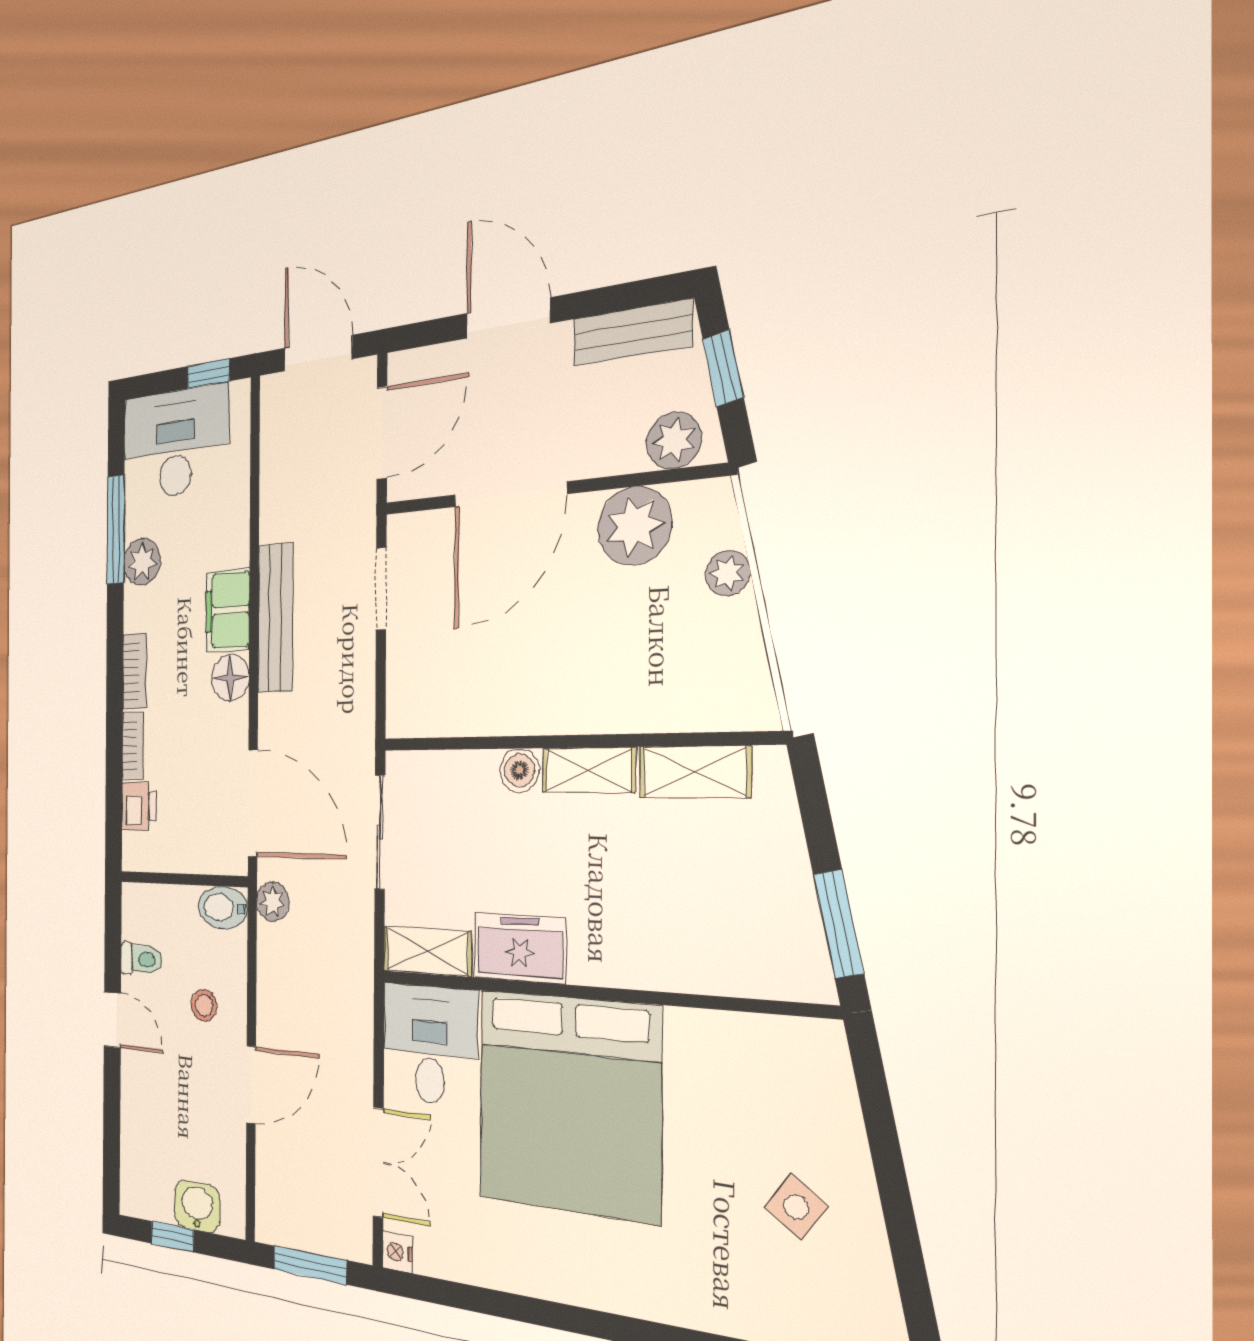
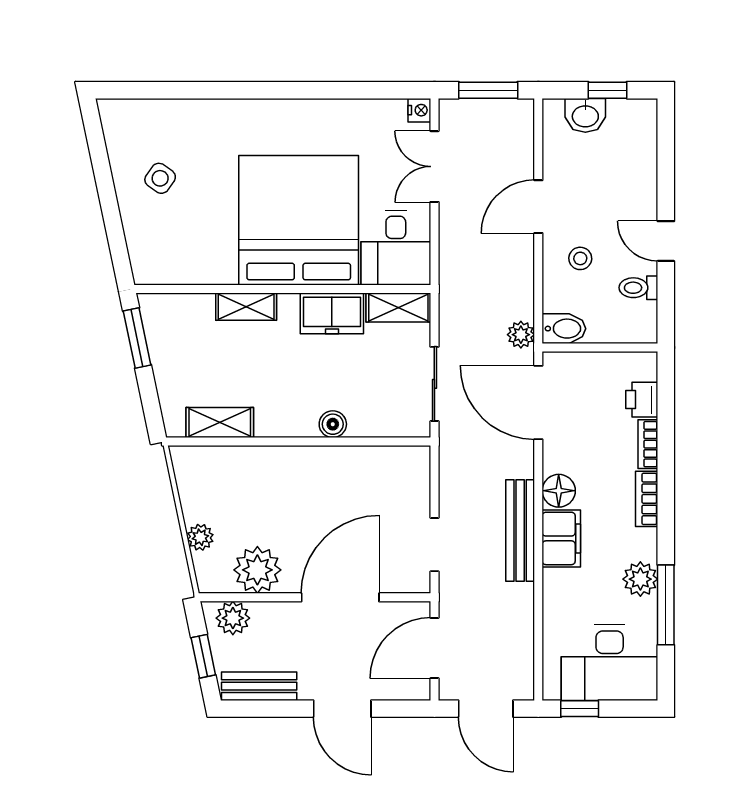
shelving: (589, 770) -> (246, 307), moved

